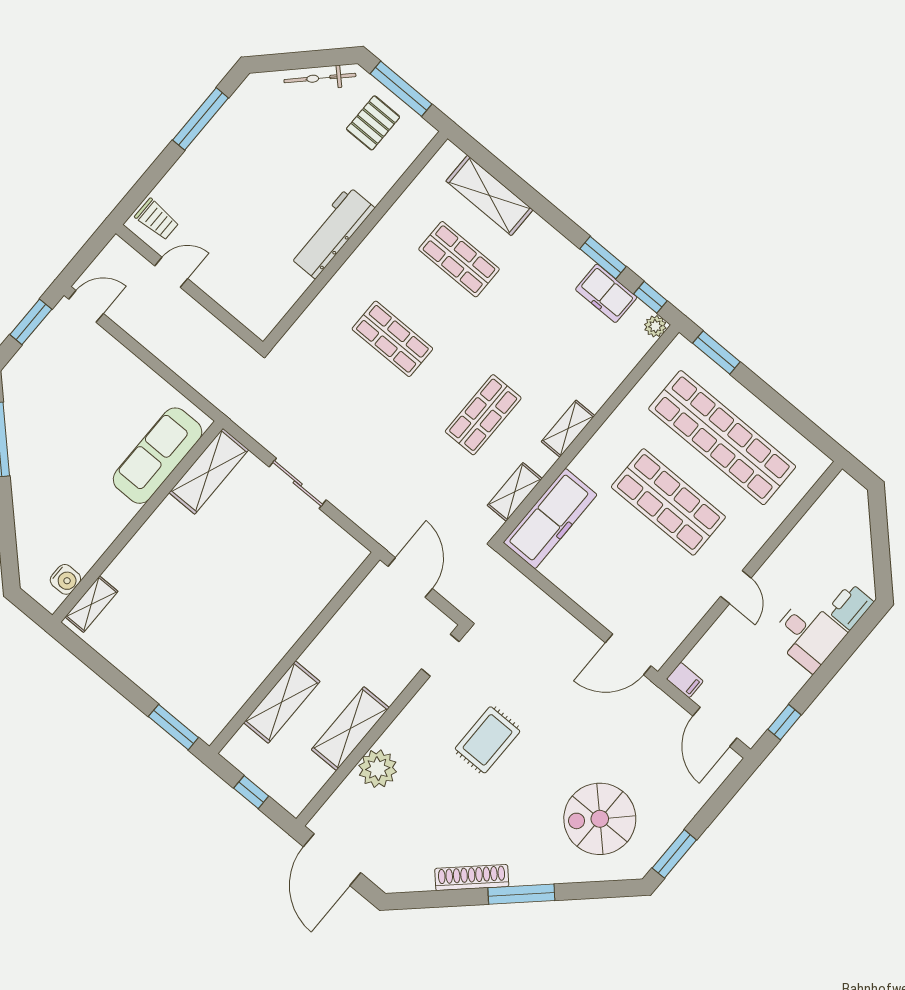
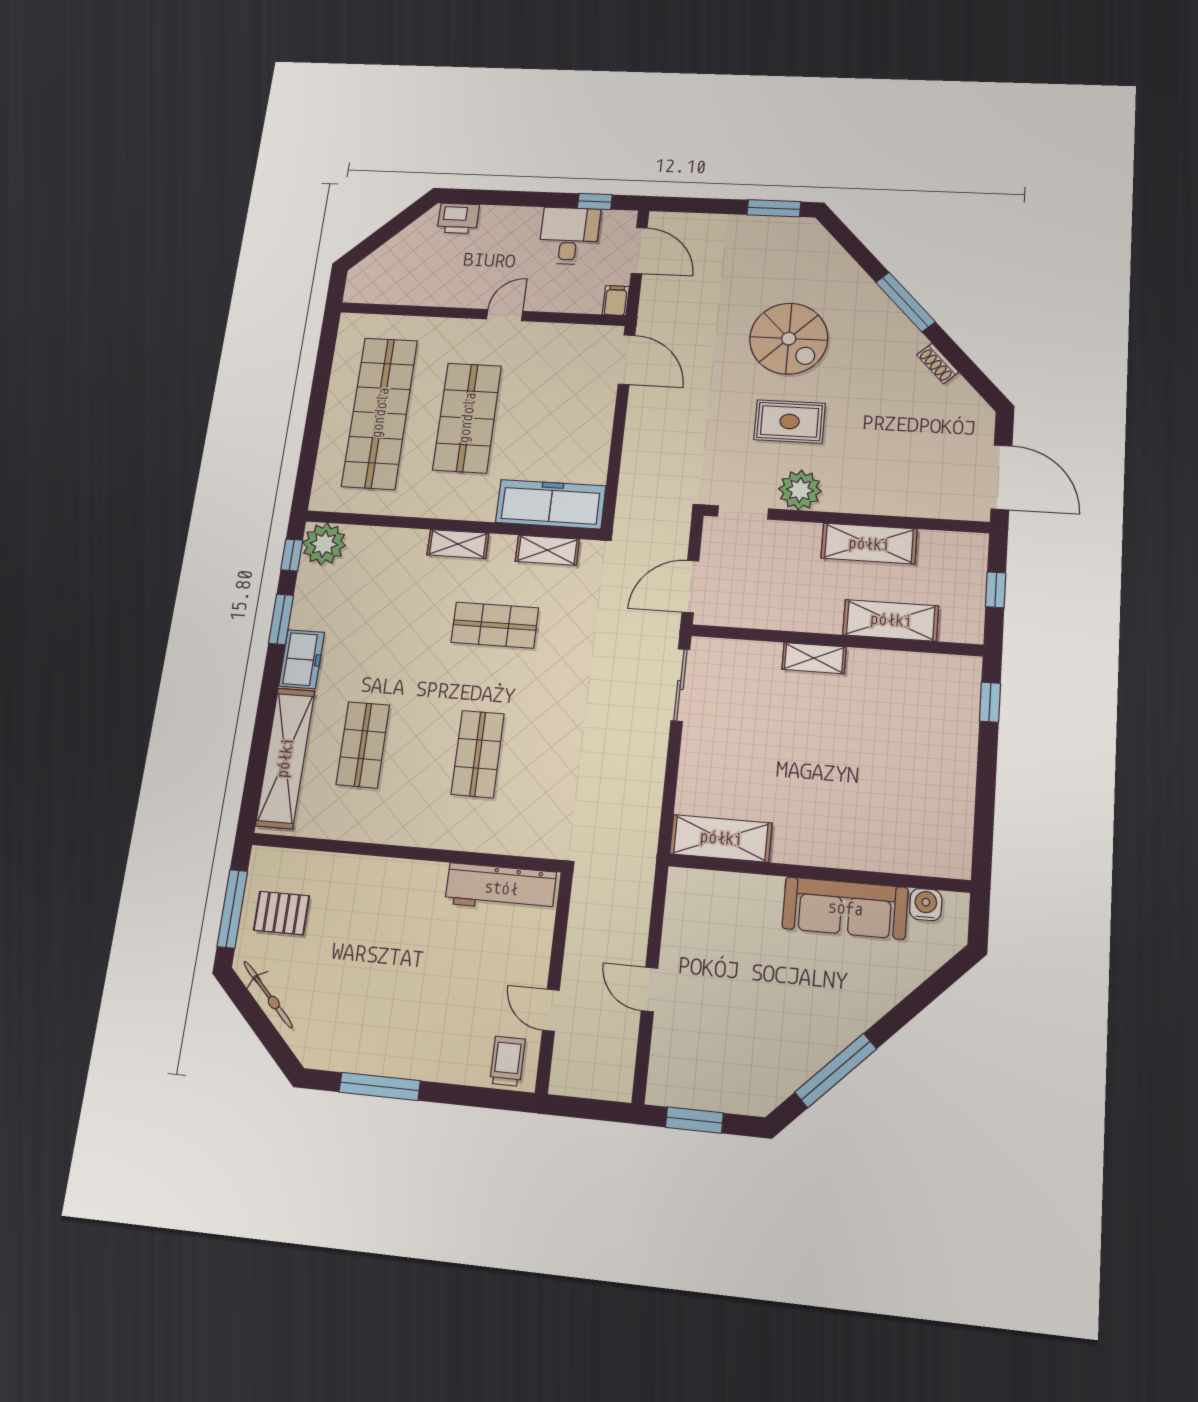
shelving: (489, 195) -> (285, 758), width x1.47
workbench: (332, 232) -> (501, 888), moved
freezer: (606, 293) -> (302, 659), moved
door: (86, 306) -> (650, 989), moved
plant: (655, 326) -> (324, 544), width x1.88, depth x1.88
window: (716, 353) -> (306, 468), removed
sofa: (158, 456) -> (845, 908), moved
sliding door: (298, 483) -> (680, 685), moved
shelving: (91, 604) -> (814, 658), moved
desk: (808, 635) -> (569, 236), moved
window: (173, 727) -> (990, 702), width x0.67
door: (715, 727) -> (639, 251), hinge flipped
plant: (378, 769) -> (800, 490), moved
spiral stairs: (600, 819) -> (789, 339), moved
door: (332, 860) -> (1001, 477), hinge flipped
shoe rack: (472, 878) -> (938, 364), width x0.51, depth x0.81

